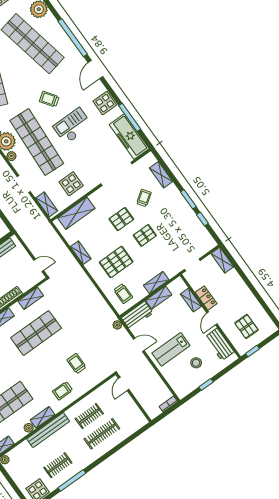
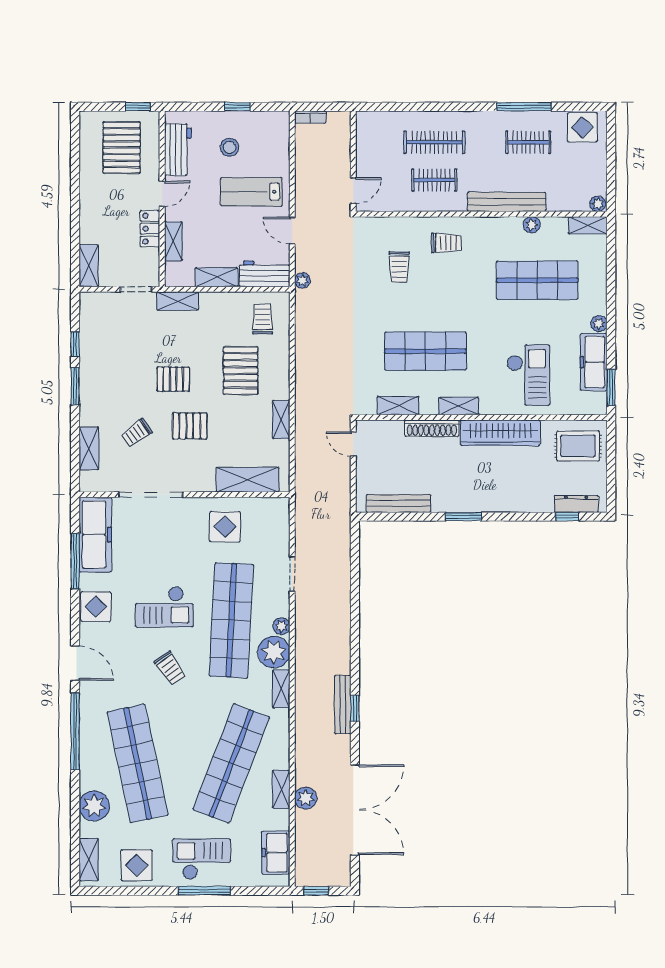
door: (96, 70) -> (75, 663), hinge flipped
shelving: (47, 204) -> (281, 522), removed
pallet: (116, 262) -> (241, 371), turned 90
shelving: (156, 283) -> (178, 301), moved
pallet: (246, 326) -> (122, 148), width x1.50, depth x1.42
lab bench: (171, 349) -> (251, 192), turned 180
shelving: (43, 417) -> (502, 226), removed

